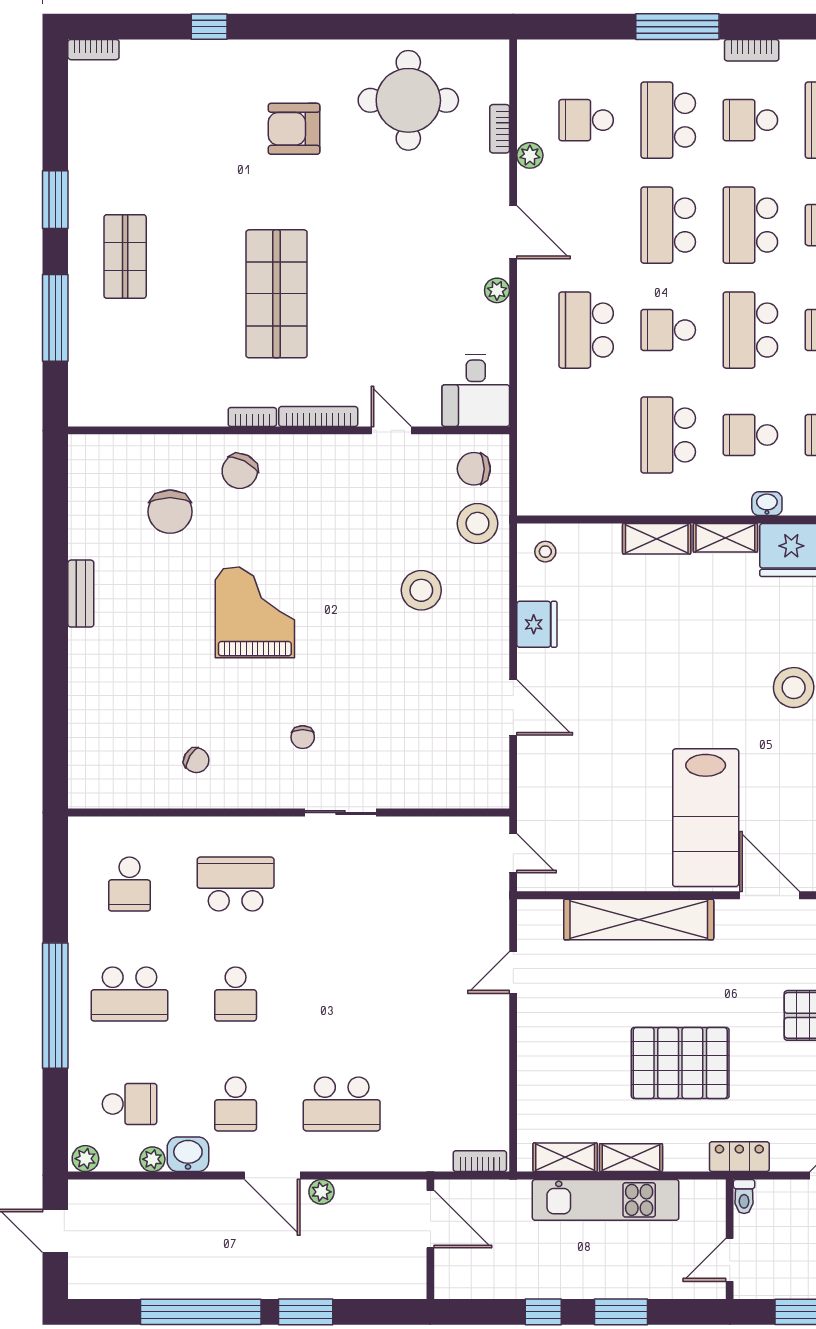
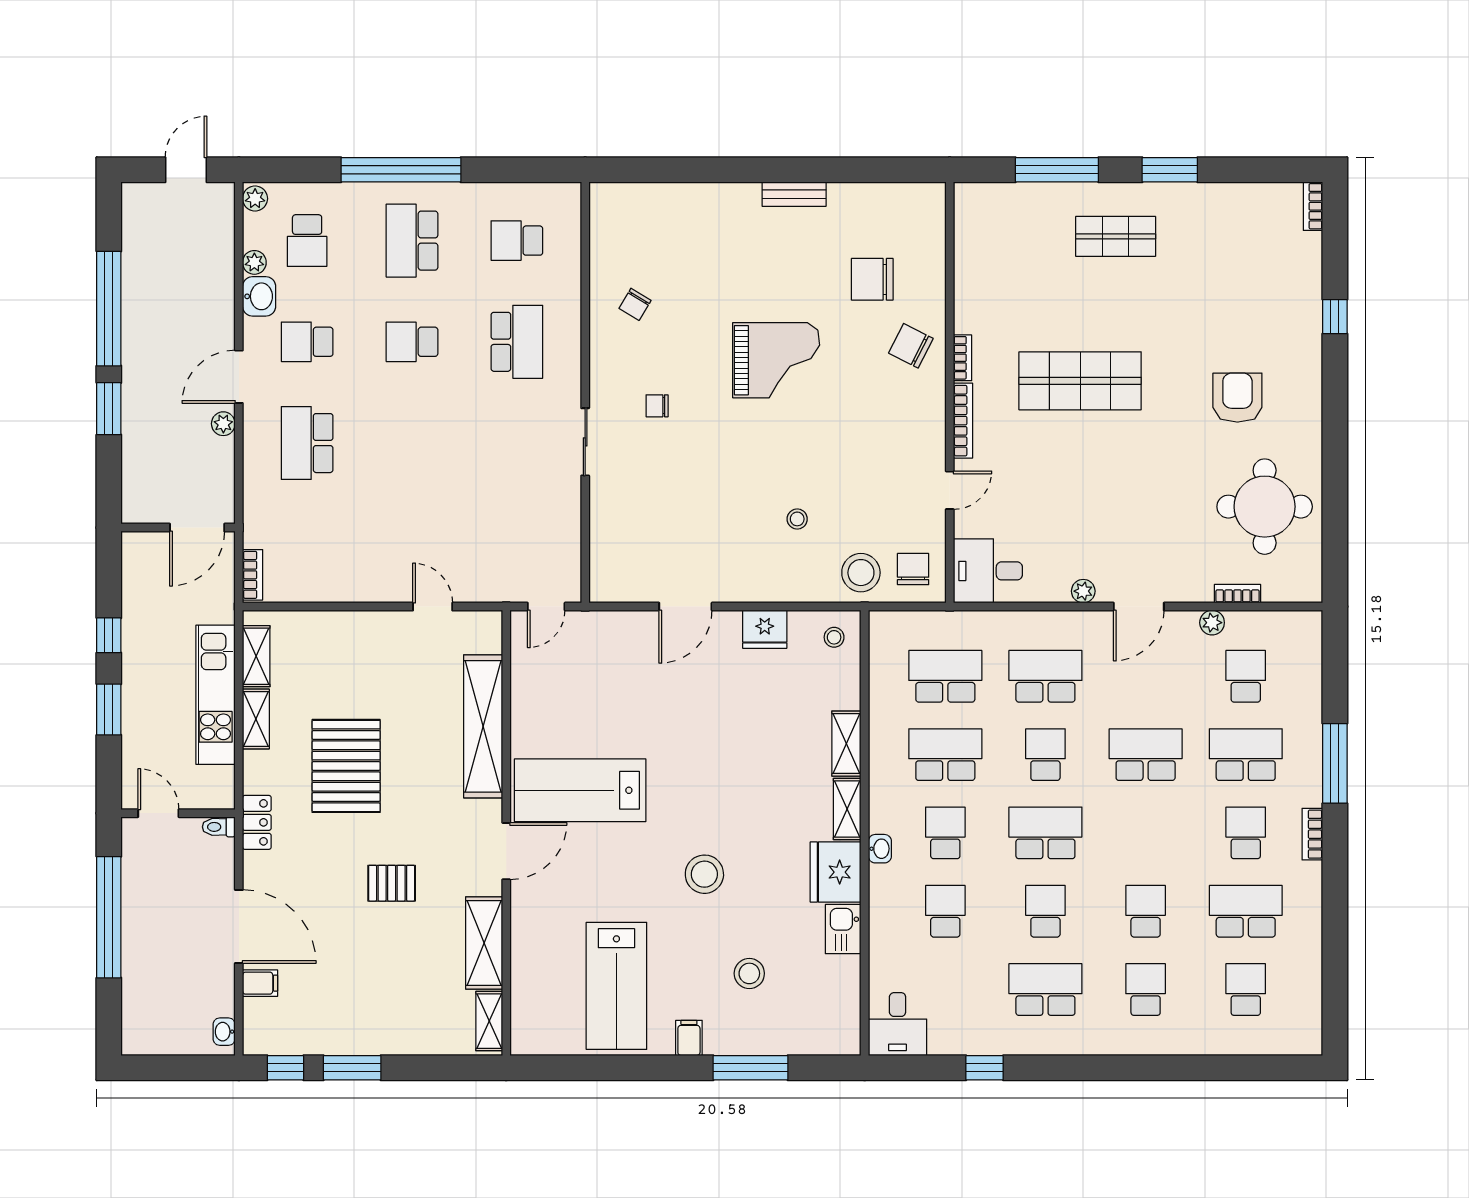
school desk: (750, 225) -> (945, 676), moved
stool: (421, 590) -> (797, 519), width x0.53, depth x0.53

